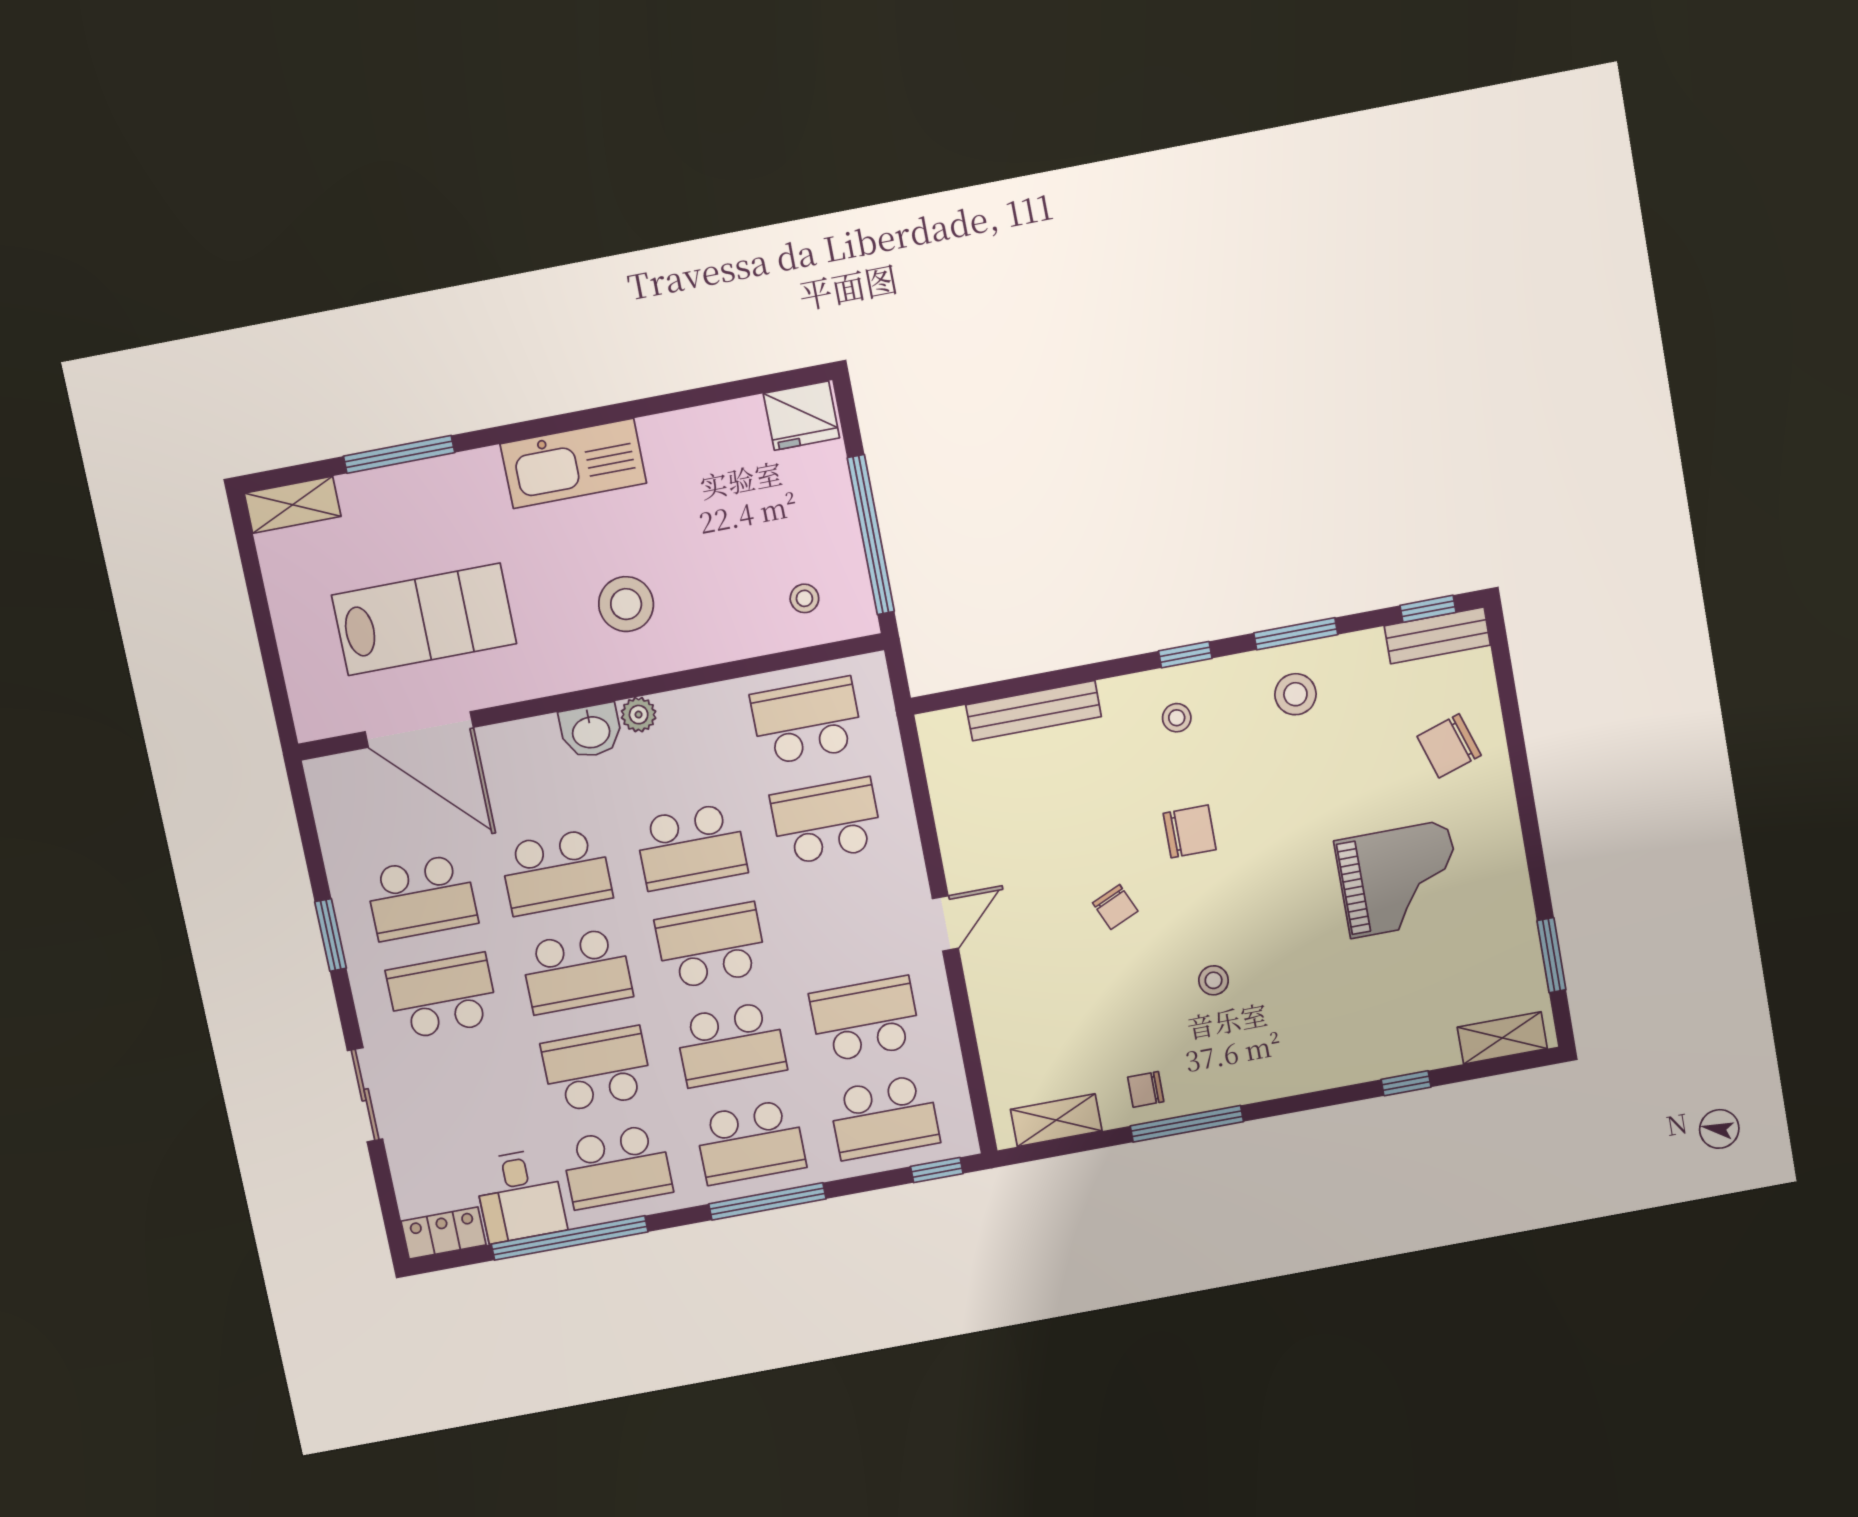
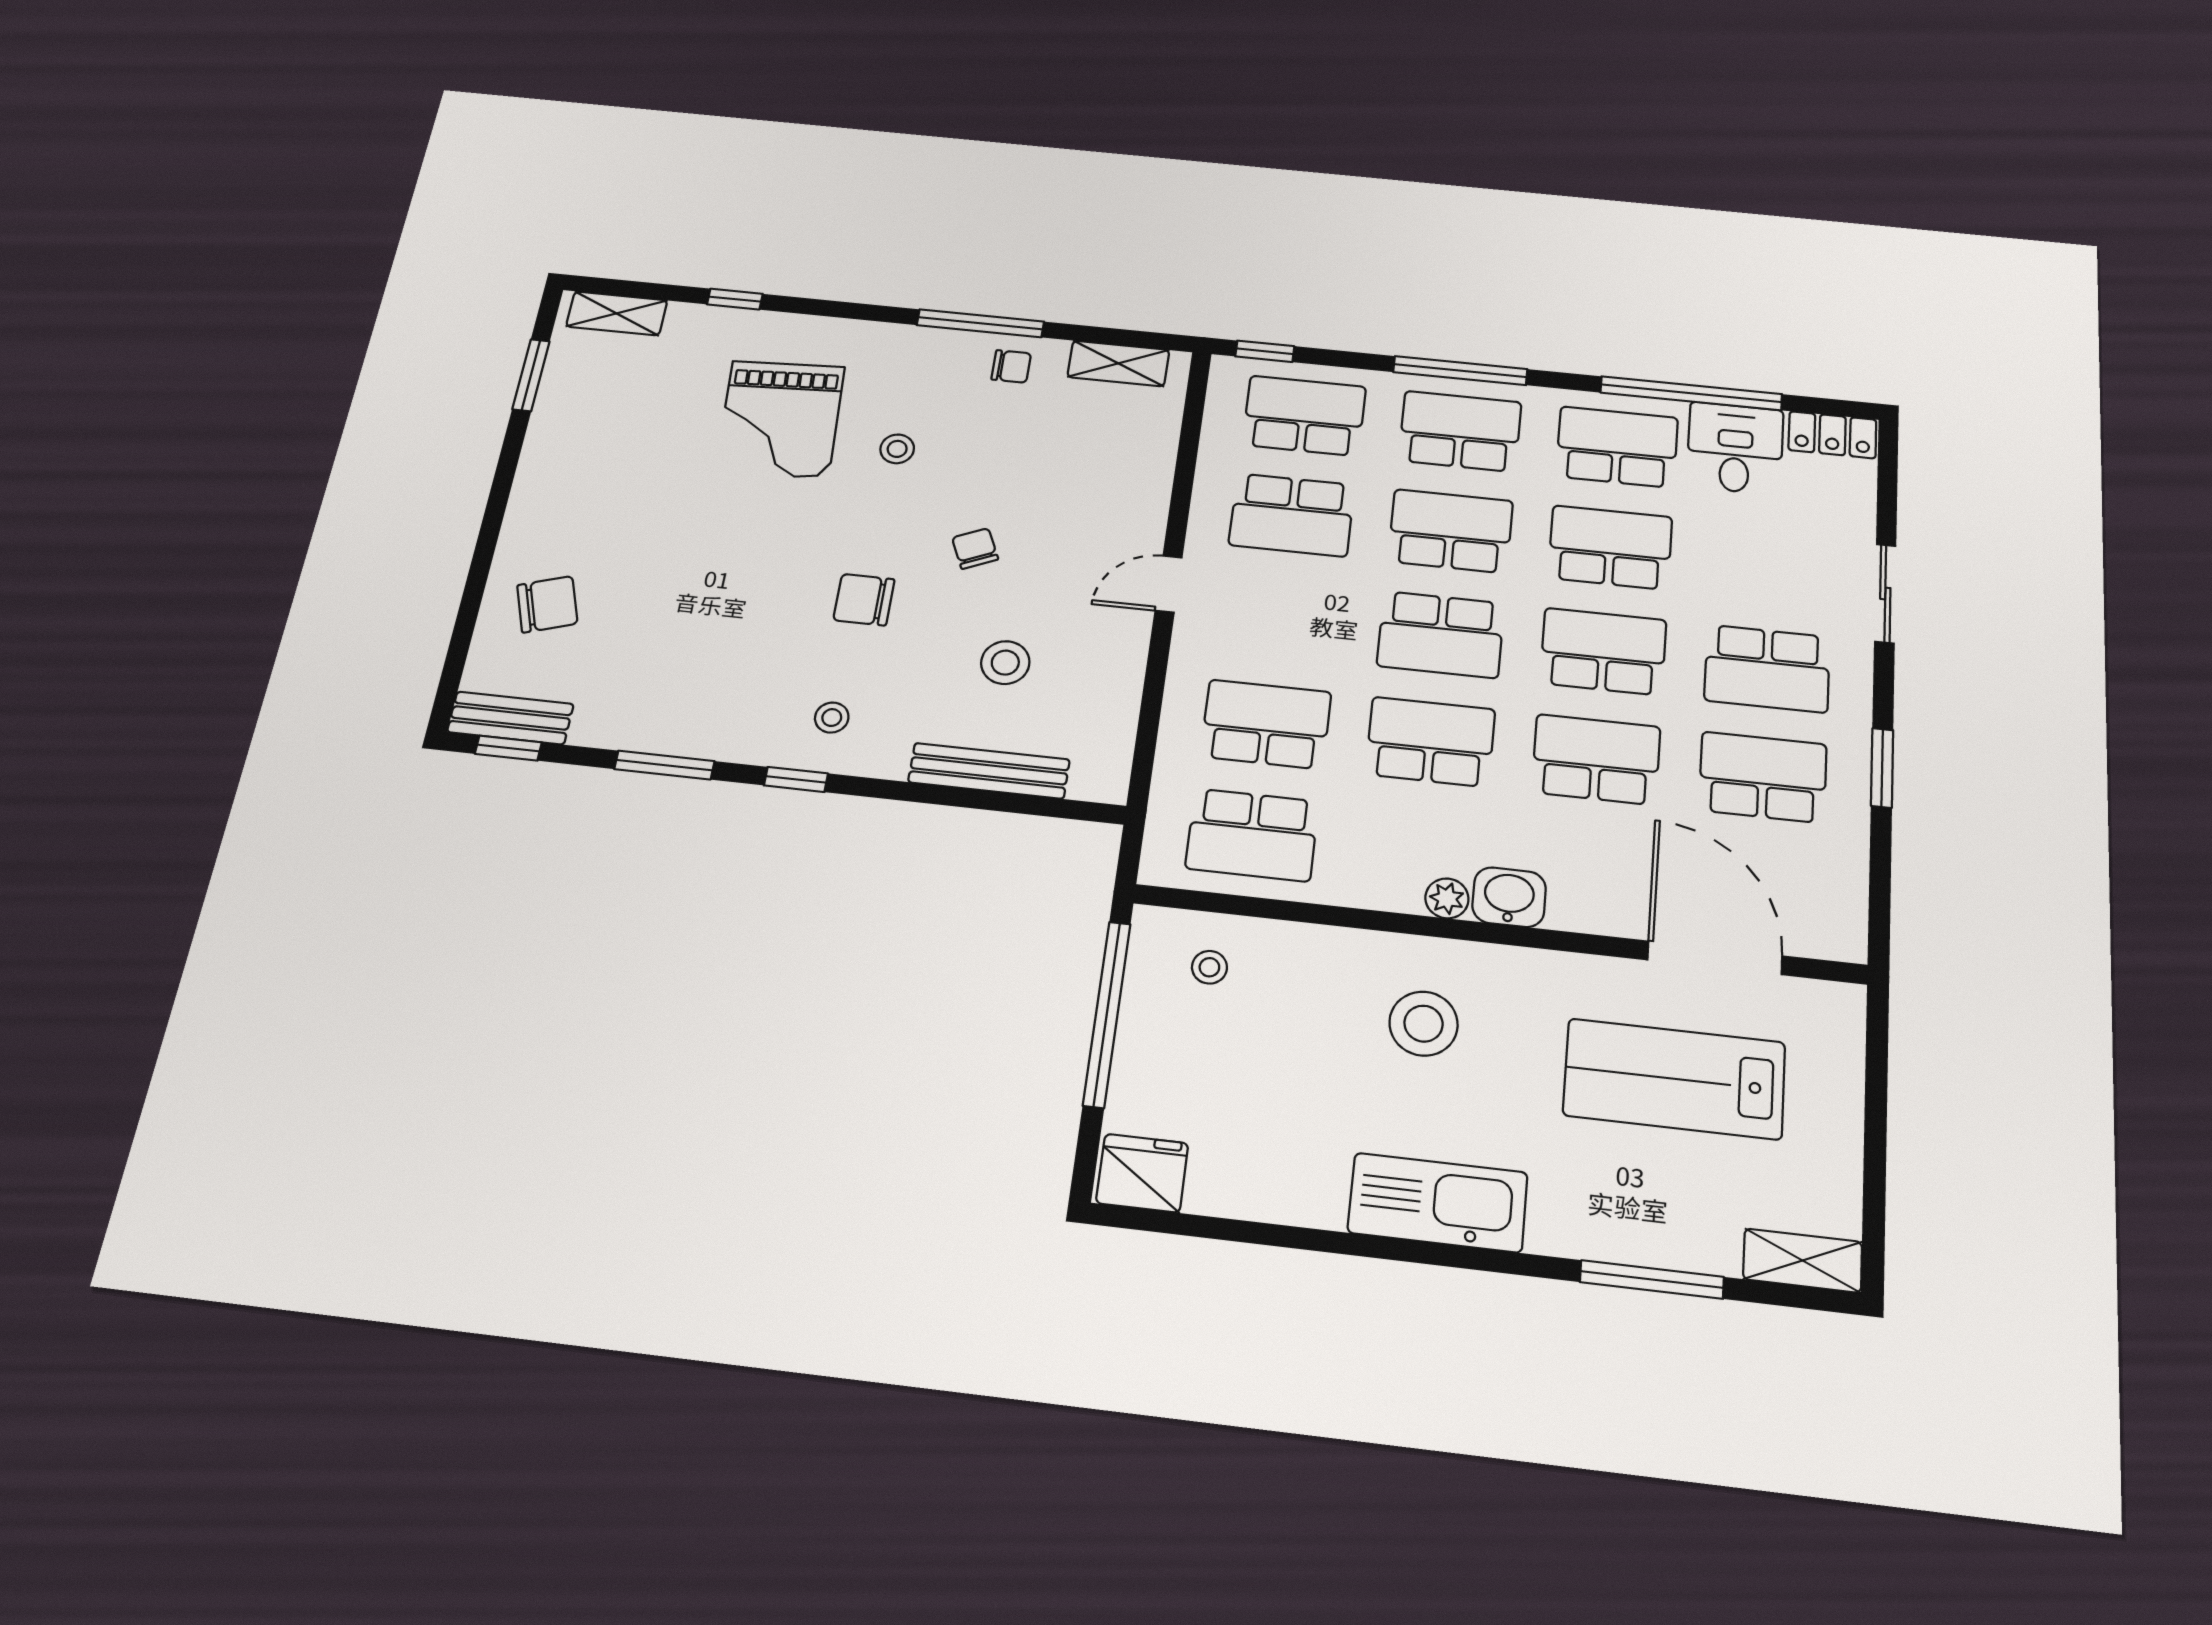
stool: (1295, 694) -> (1005, 663), moved
school desk: (826, 821) -> (1266, 724), turned 180
grand piano: (1399, 879) -> (780, 419), moved, turned -93
school desk: (597, 1069) -> (1610, 547), turned 180

